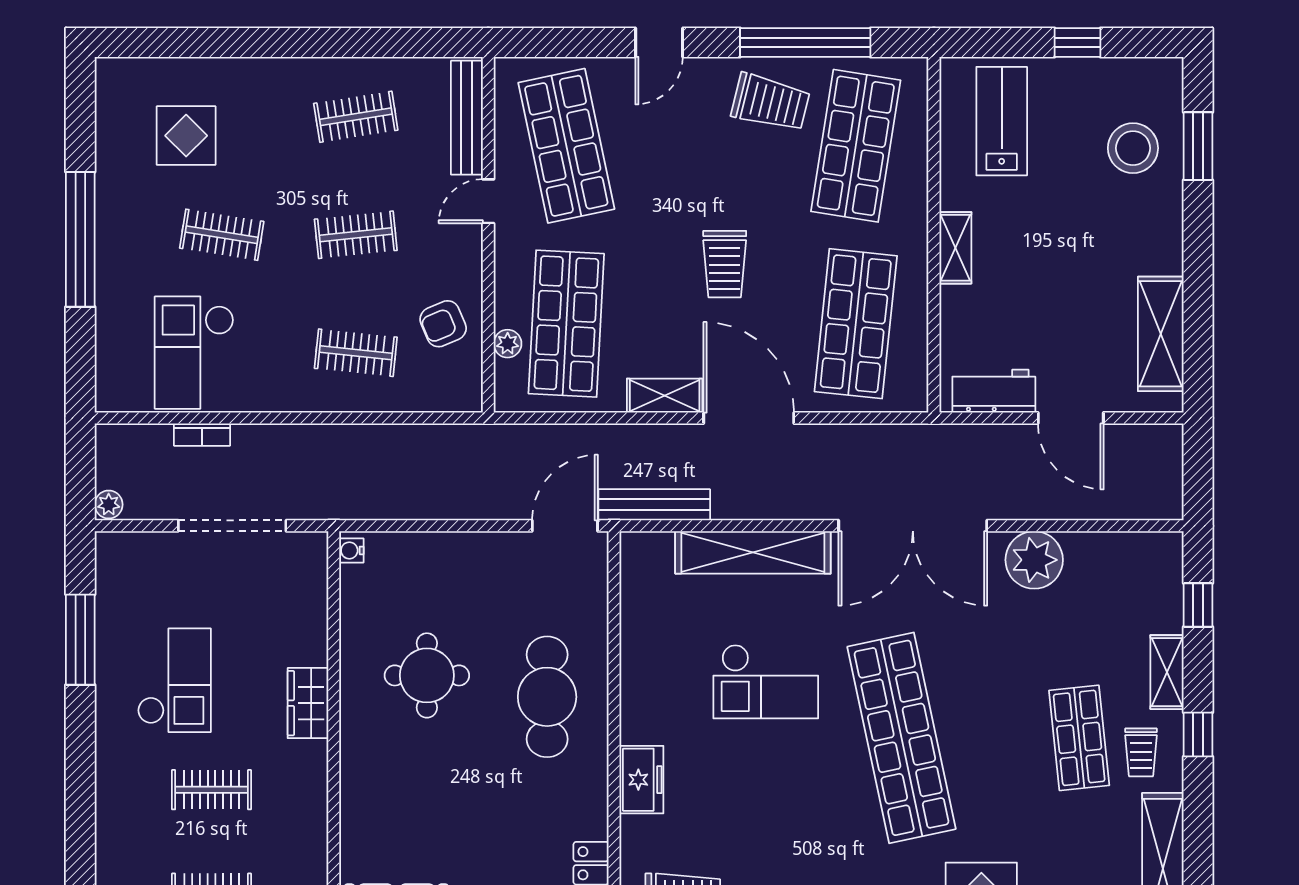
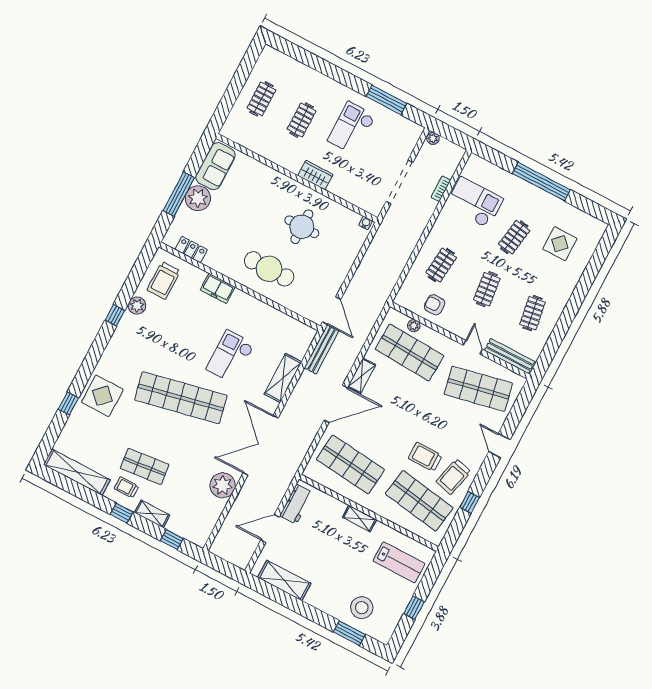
window: (805, 42) -> (470, 502), width x0.32
trolley: (725, 264) -> (425, 457), moved
armchair: (443, 324) -> (435, 305), turned -67
shelving: (753, 552) -> (283, 378), width x0.68
checkout: (174, 680) -> (351, 128), turned 90

